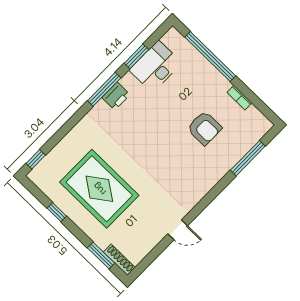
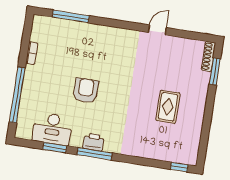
armchair: (204, 128) -> (86, 91), moved
rug: (99, 189) -> (168, 107), width x0.54, depth x0.49
window: (57, 212) -> (206, 125), removed
door: (178, 230) -> (157, 30), hinge flipped

